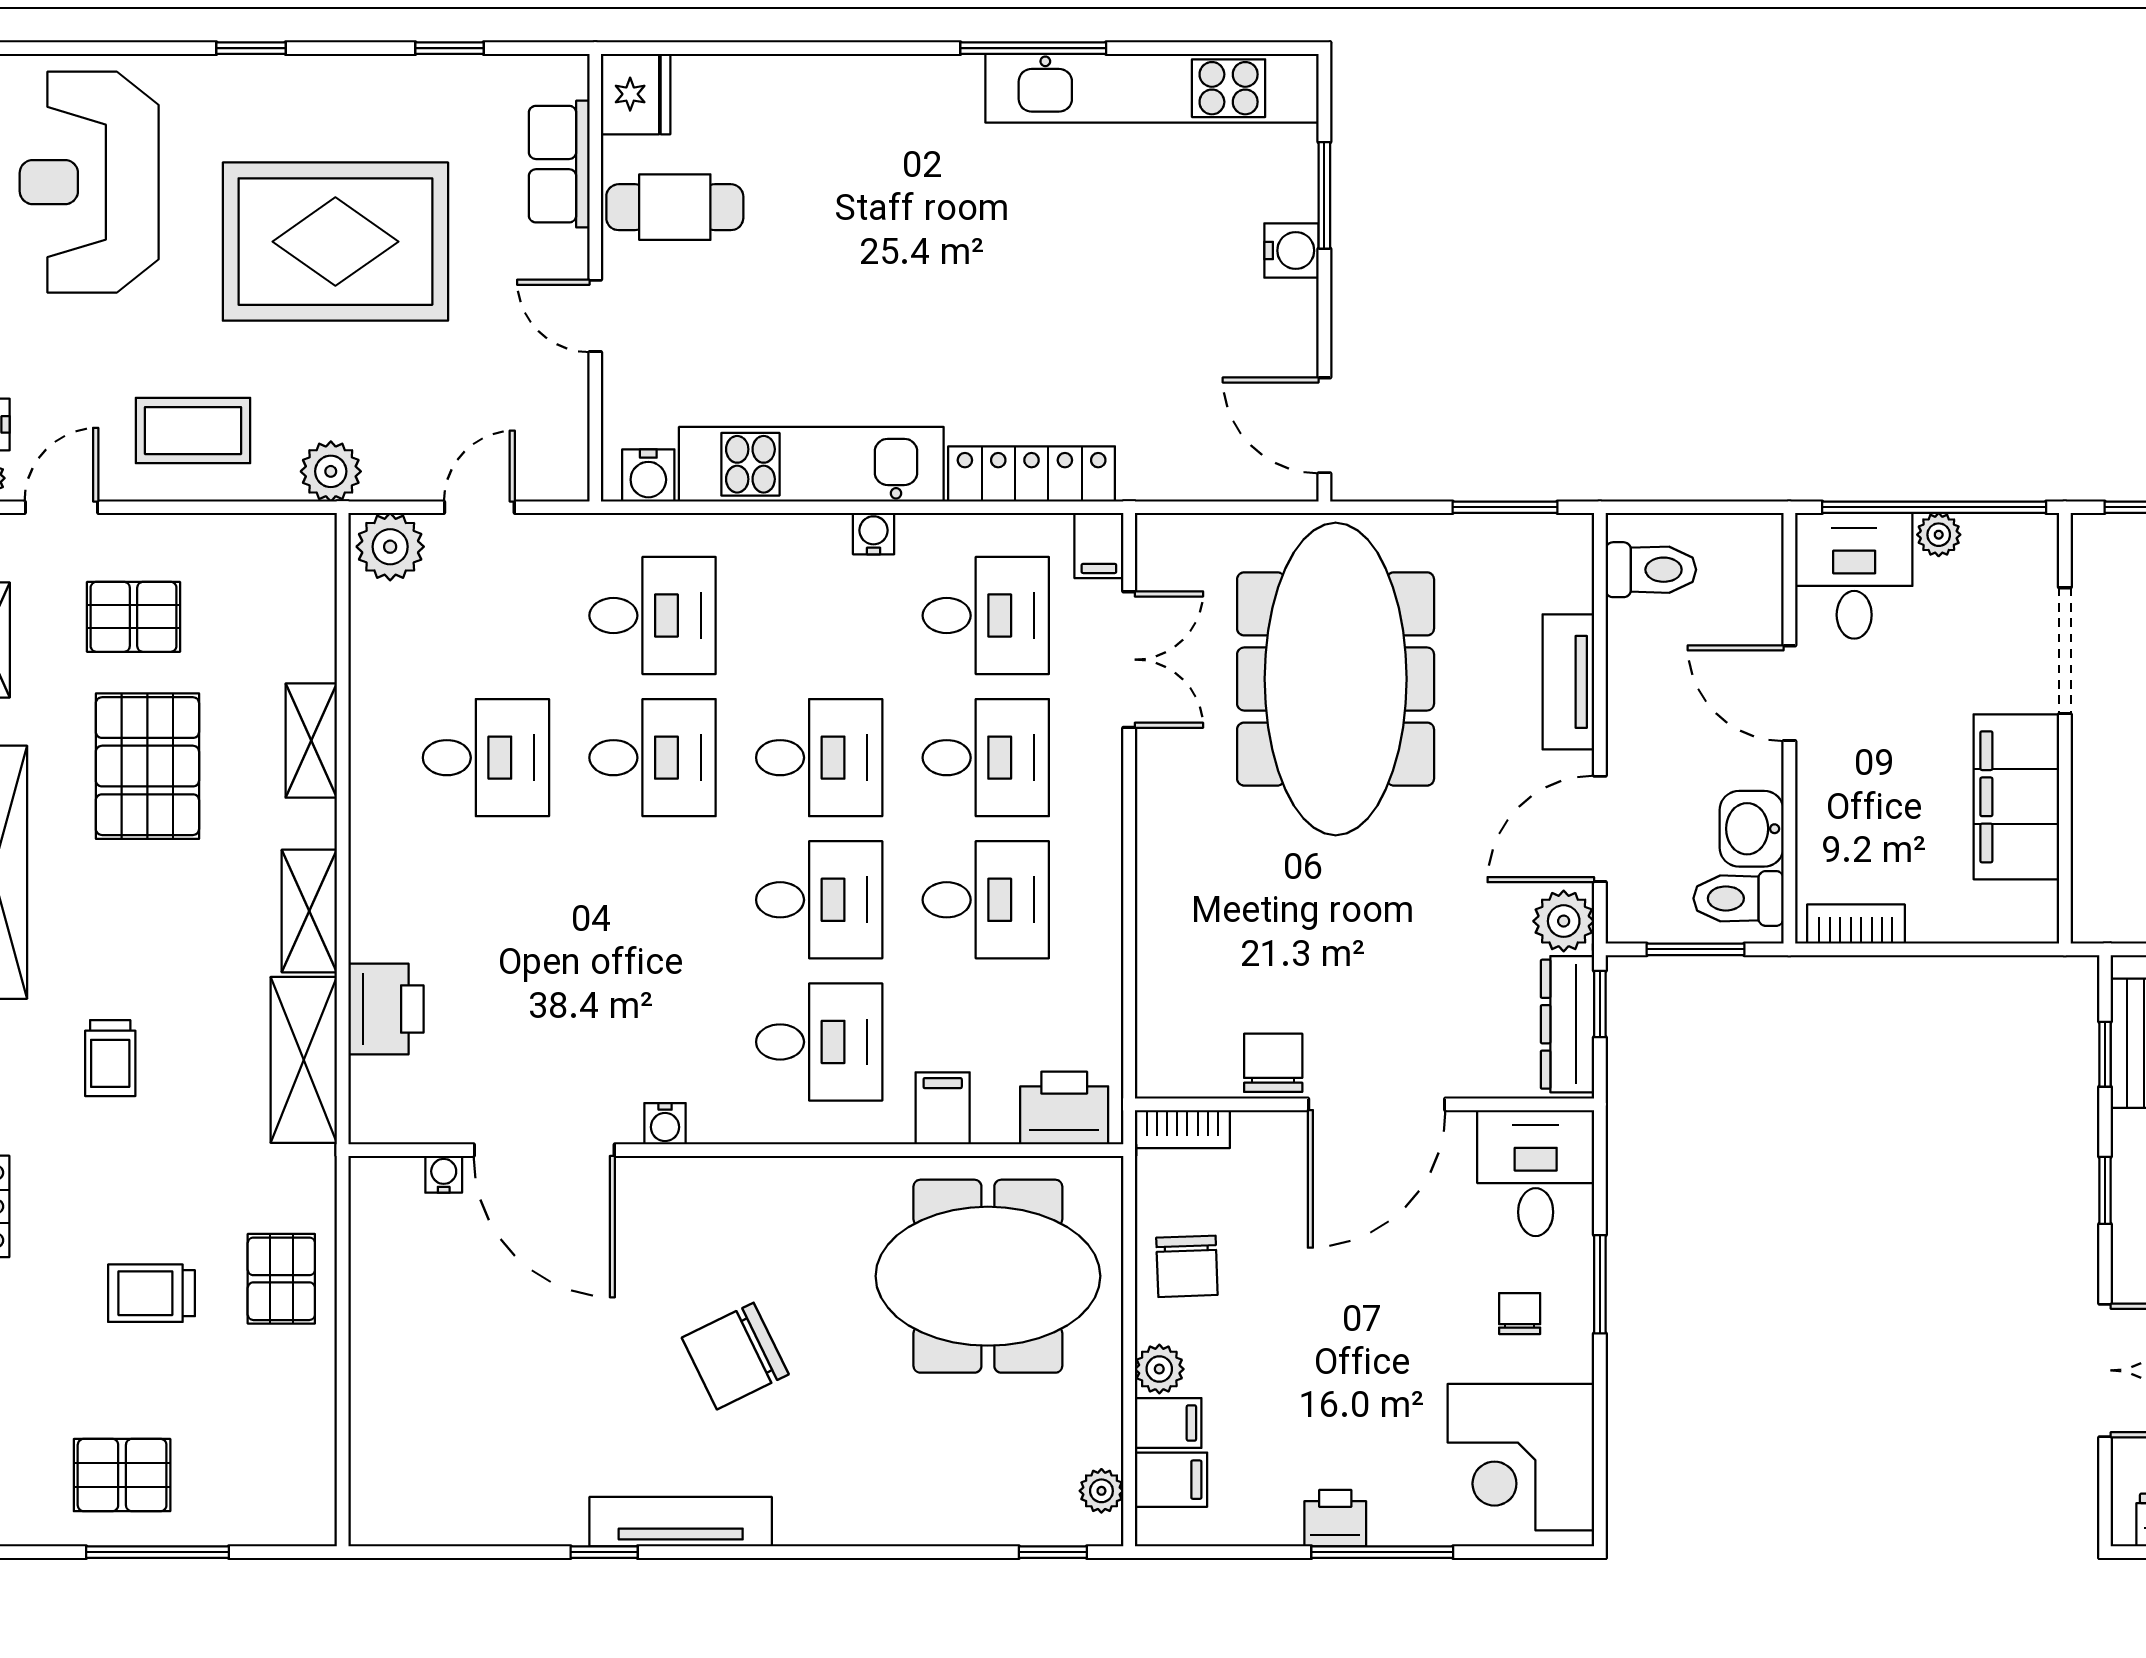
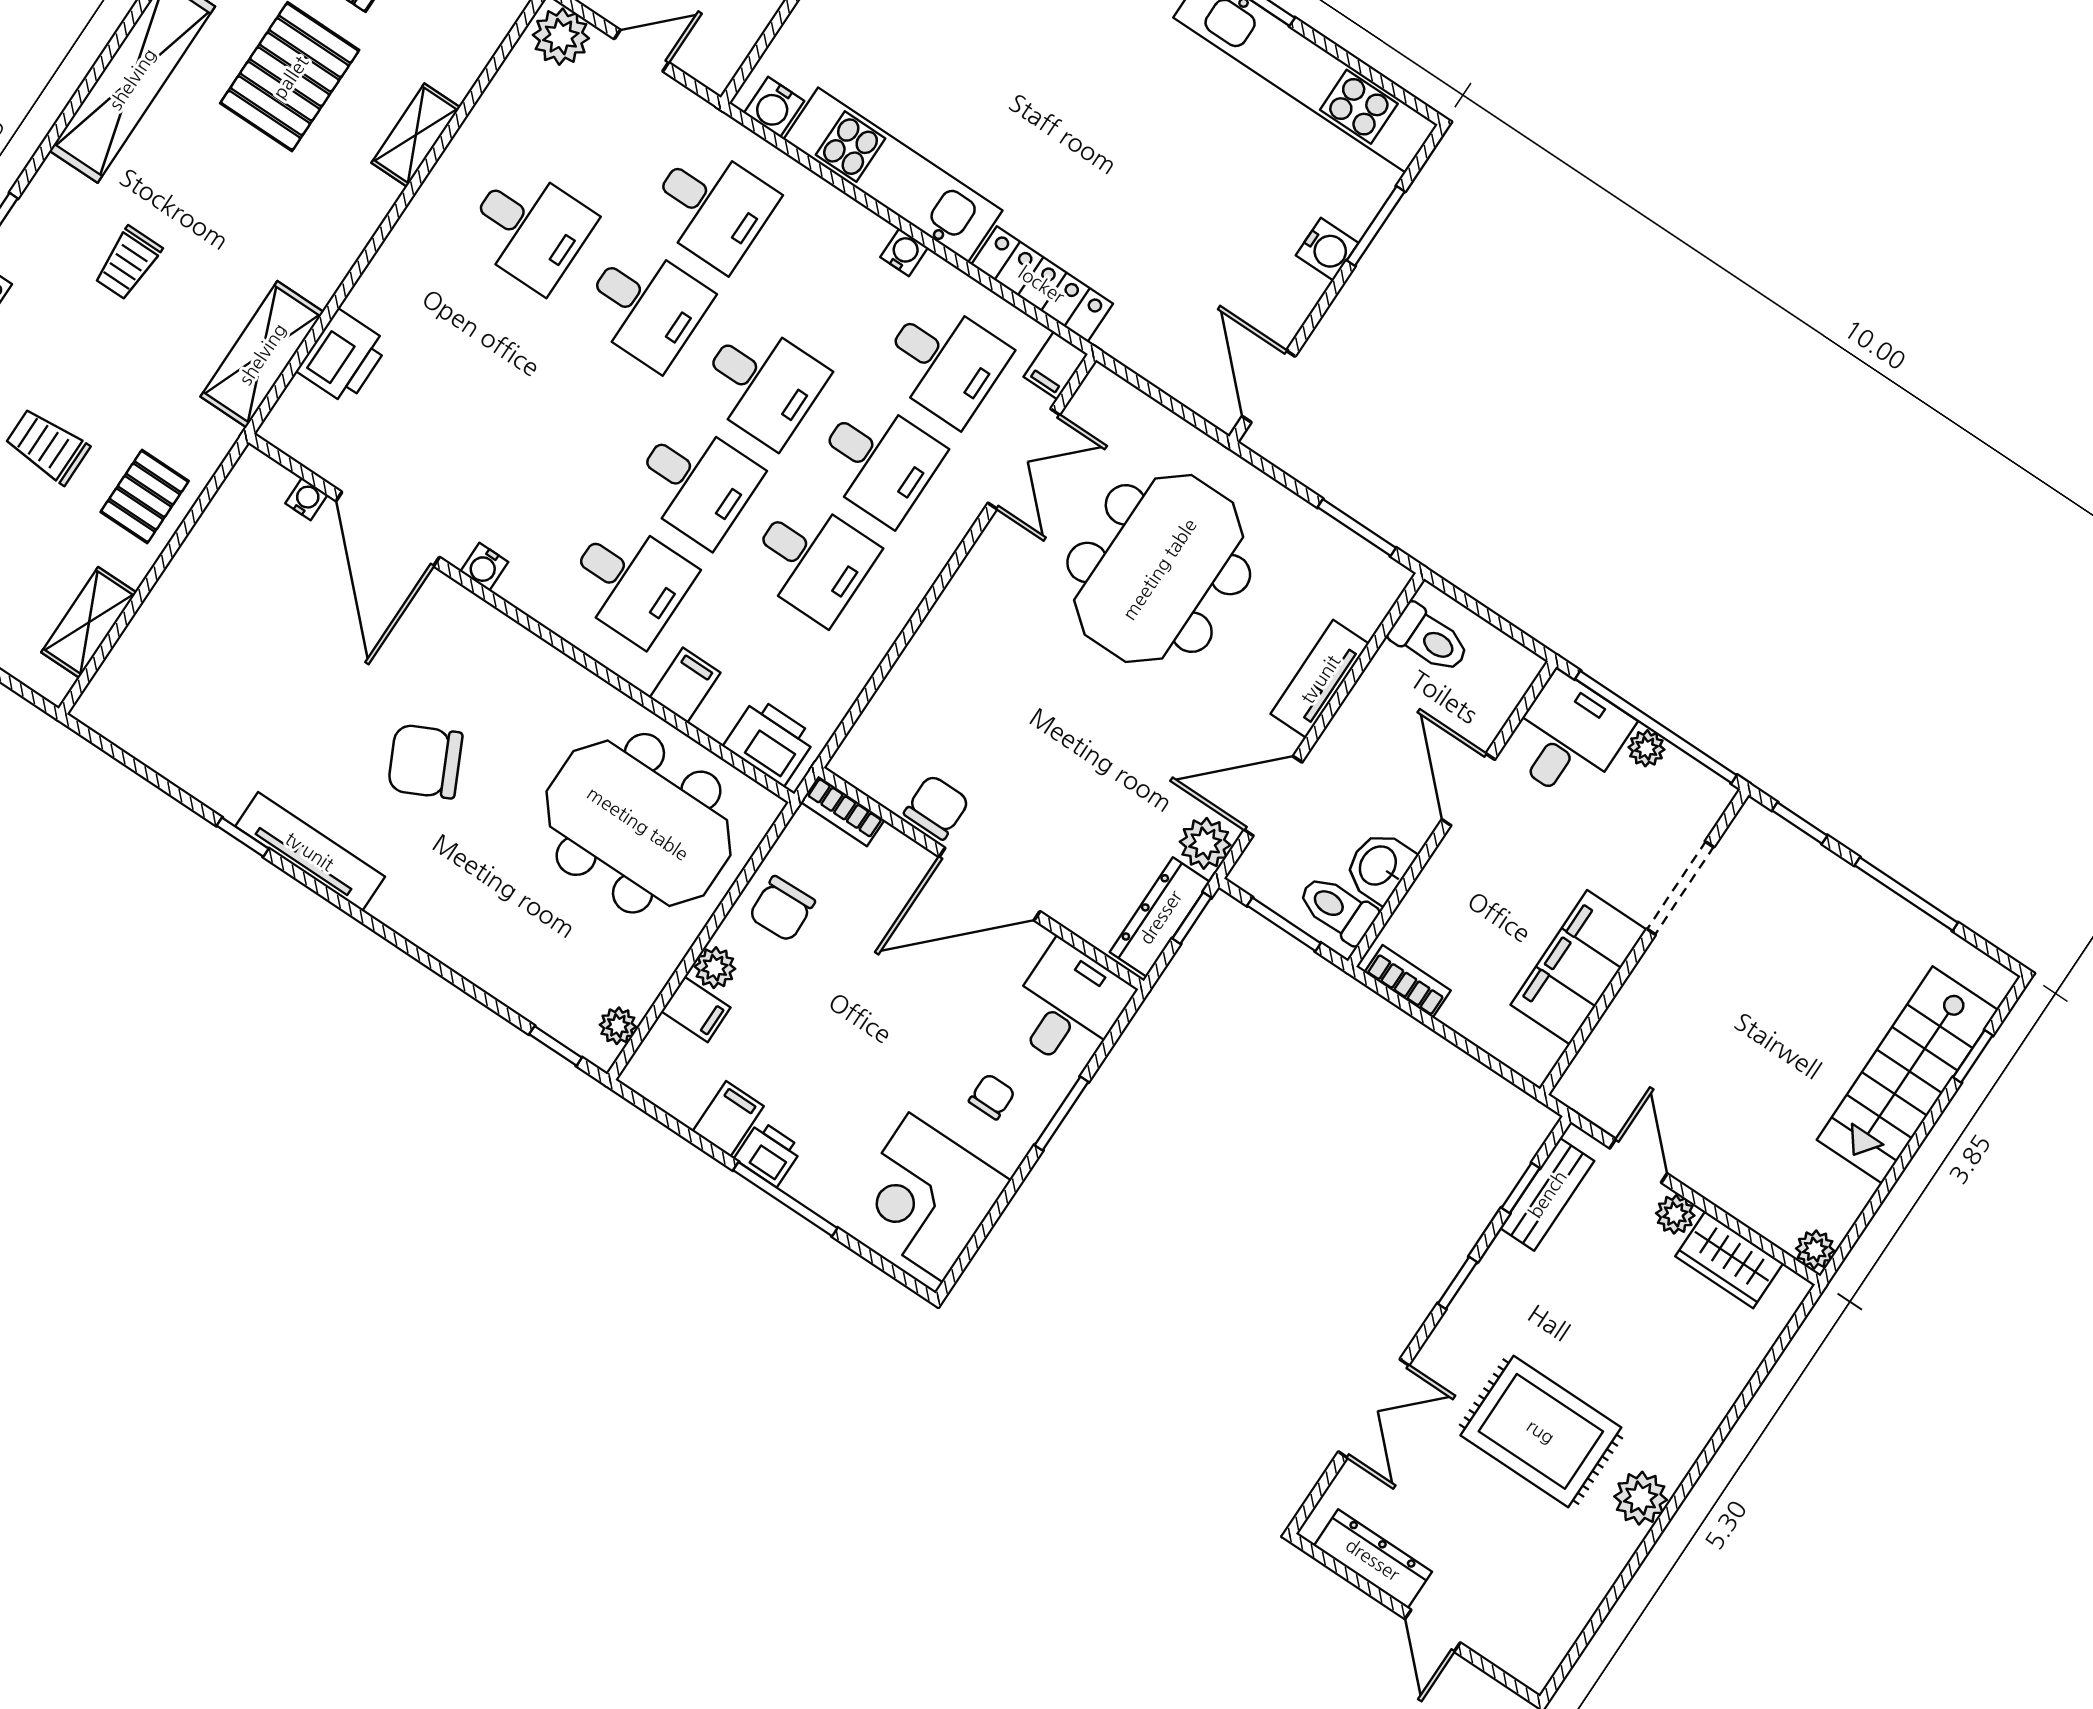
meeting table: (1336, 679) -> (1159, 569), width x0.73
shelving: (309, 911) -> (89, 622), moved
filing cabinet: (1171, 1480) -> (728, 1119), moved, turned -90

